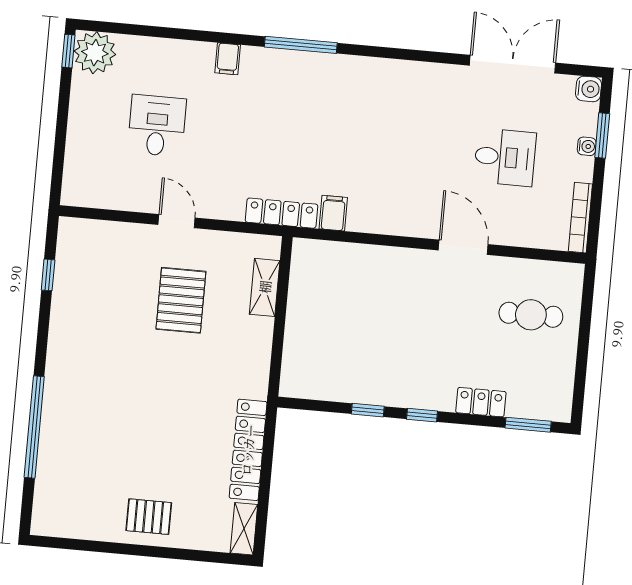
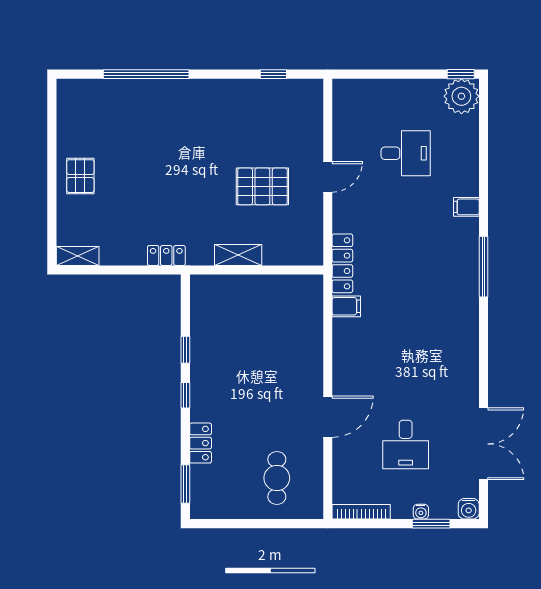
shelving: (265, 287) -> (238, 255), moved
locker: (248, 450) -> (166, 256), width x0.46, depth x0.83

